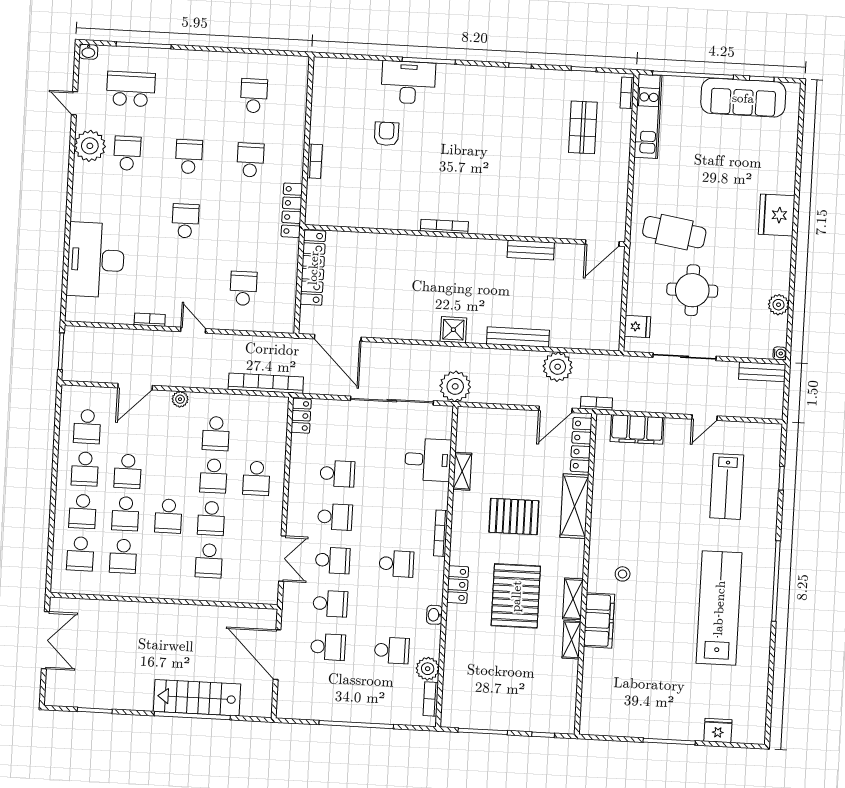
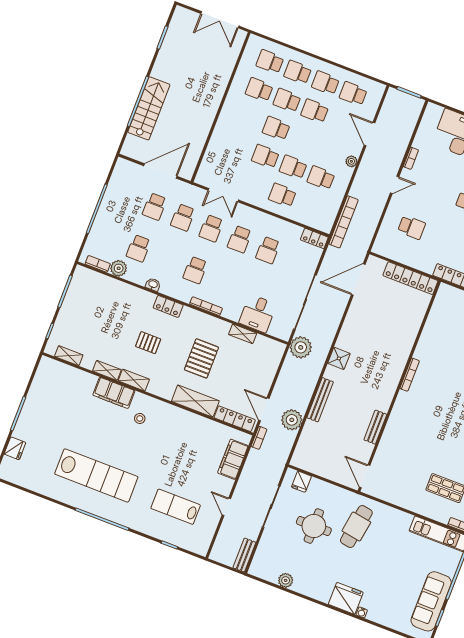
water cooler: (780, 353) -> (362, 612), moved
school desk: (209, 561) -> (238, 146), removed
pallet: (516, 596) -> (148, 343), width x0.49, depth x0.50
shelving: (568, 698) -> (69, 356), added

